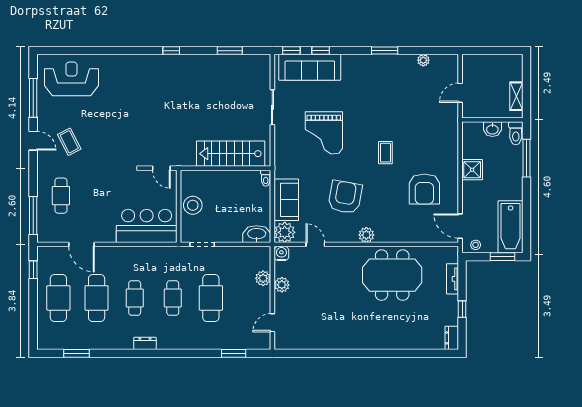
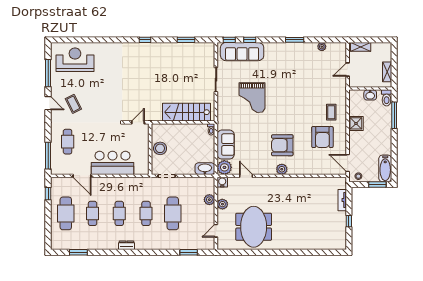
shelving: (479, 61) -> (361, 47), added
coffee table: (385, 153) -> (331, 112), moved
door: (161, 168) -> (138, 122), swing flipped
armchair: (345, 197) -> (282, 145), moved, turned -100
bar counter: (147, 226) -> (113, 163), moved
bathtub: (511, 227) -> (385, 168), width x0.73, depth x0.73
meeting table: (392, 275) -> (254, 227), moved, turned 90
cafe table: (97, 298) -> (93, 213), width x0.73, depth x0.74
dresser: (452, 338) -> (342, 241), removed

